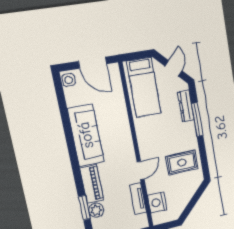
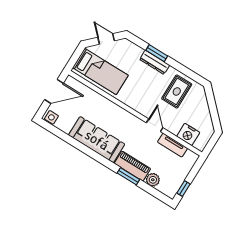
dresser: (186, 106) -> (155, 62), moved
window: (197, 120) -> (157, 53), width x0.69
window: (84, 208) -> (128, 176), moved

